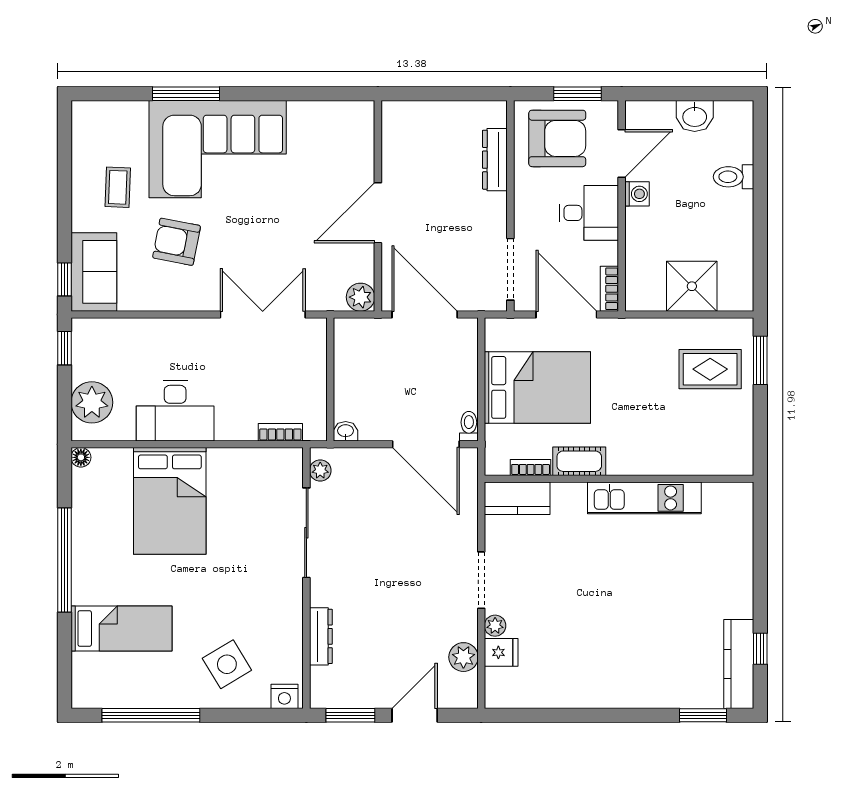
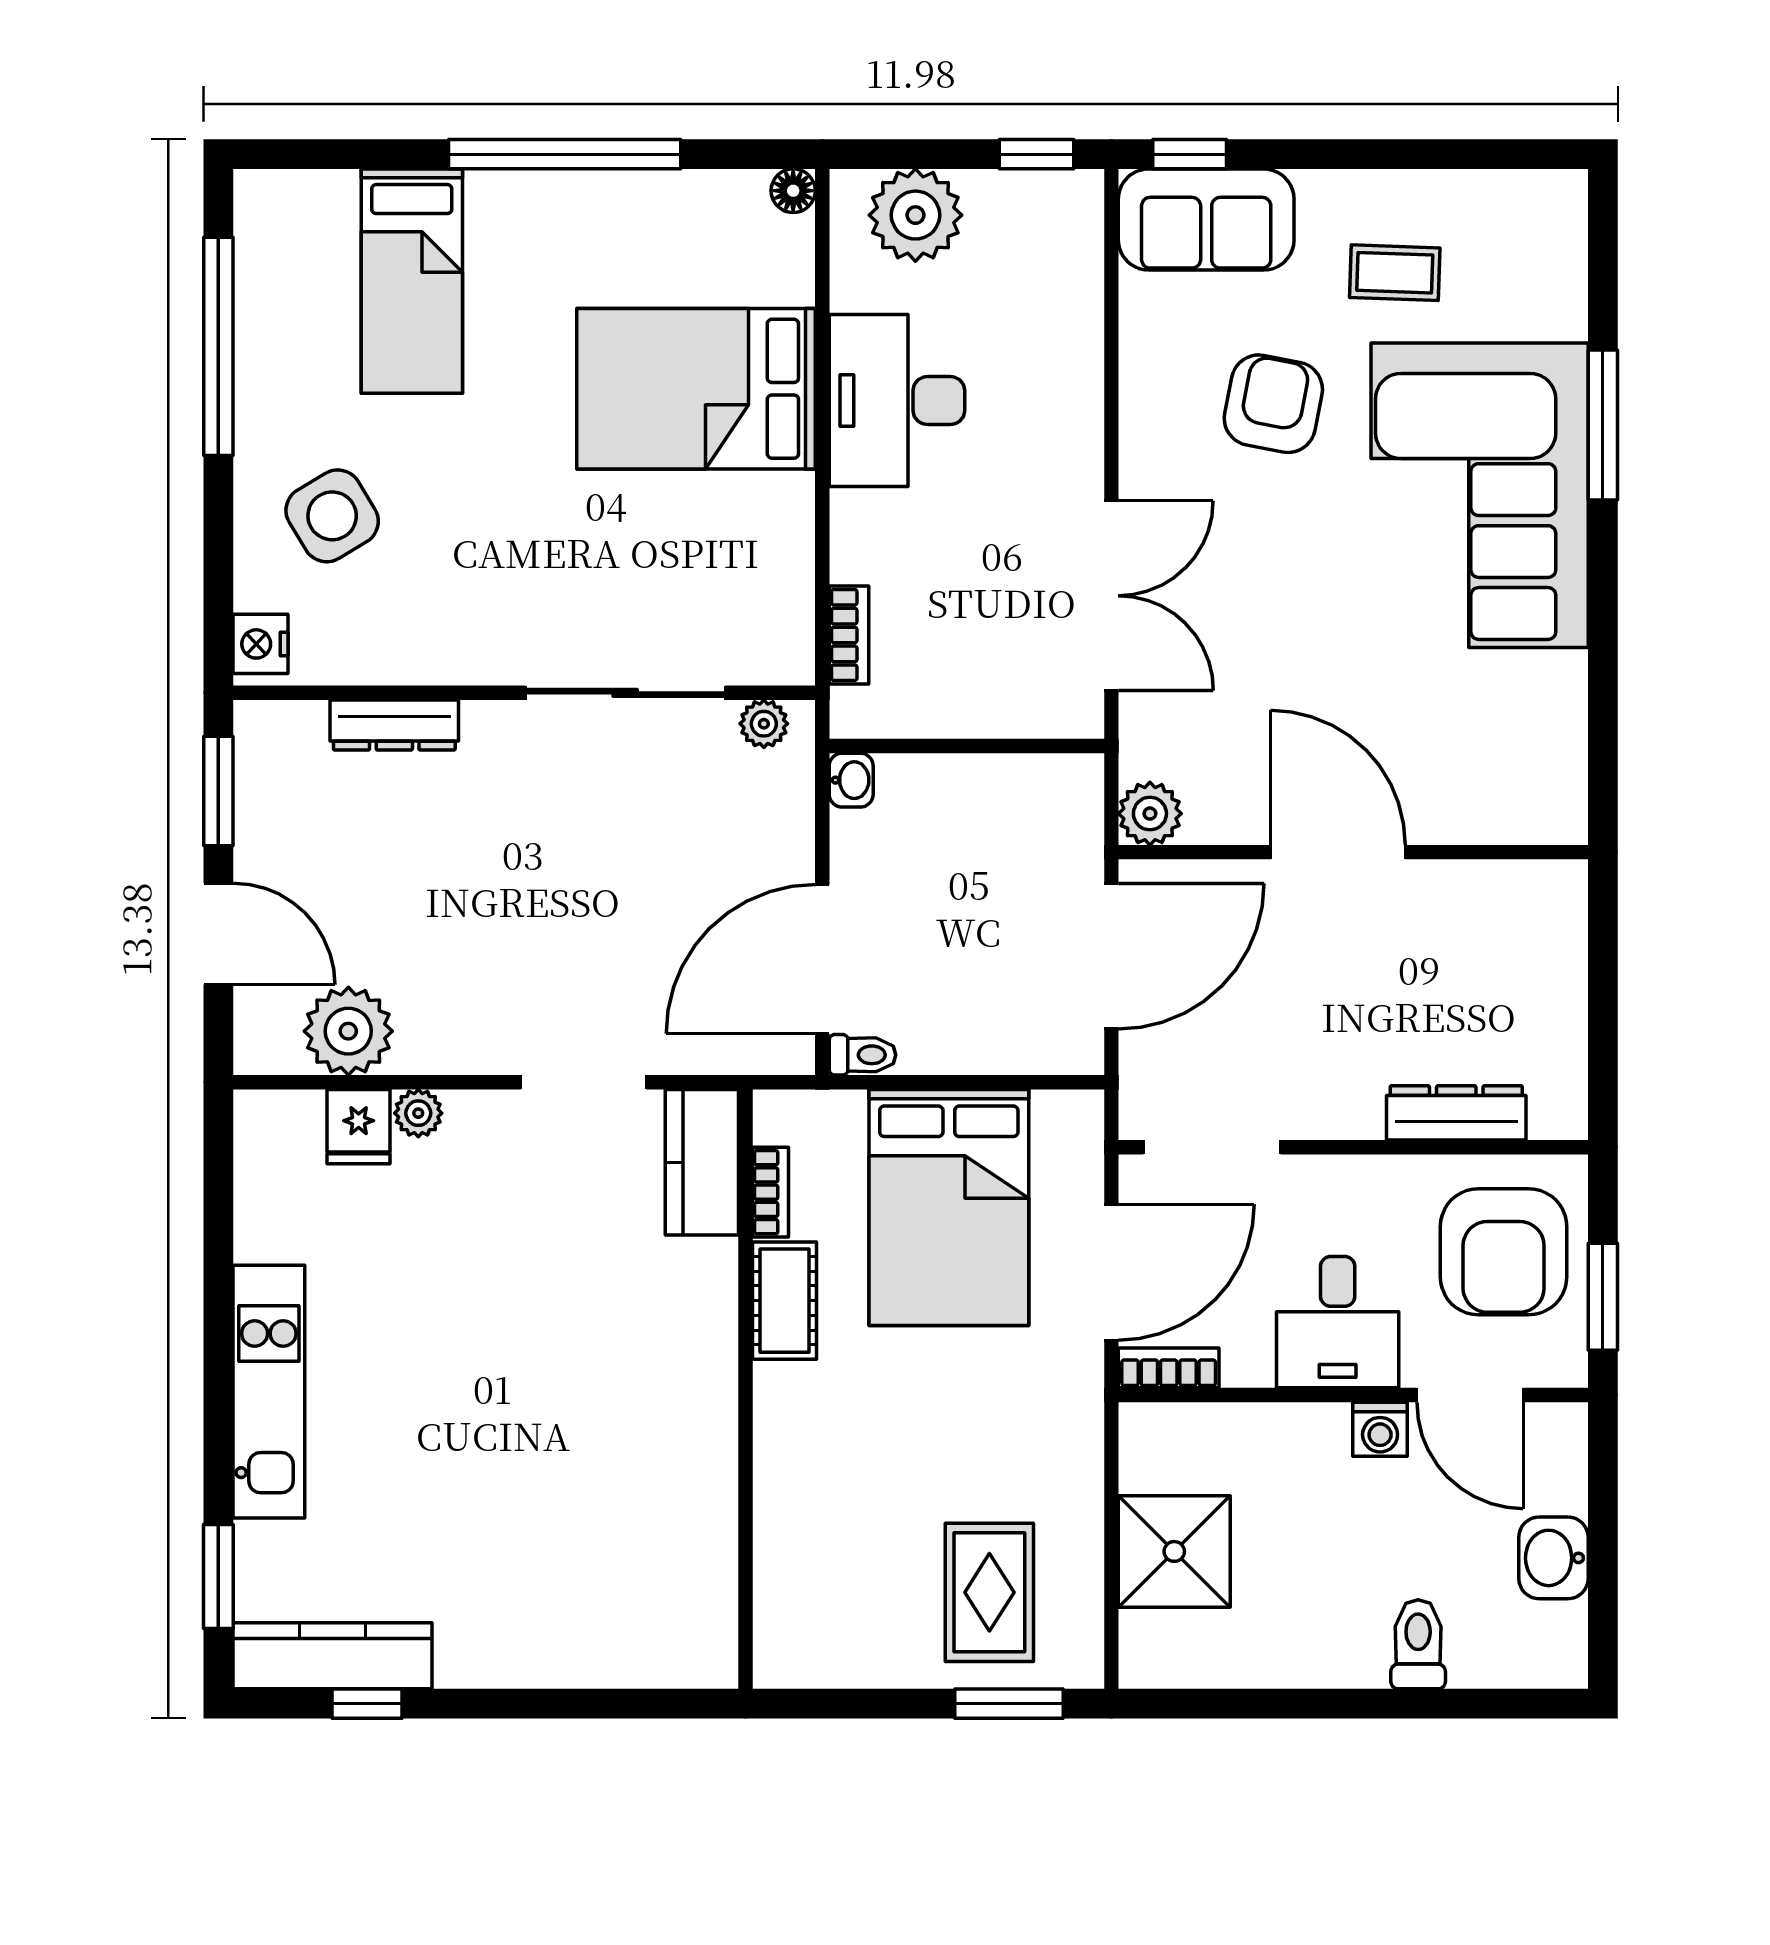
kitchen unit: (644, 498) -> (269, 1392), moved, turned 180
doorway: (481, 580) -> (583, 1082), moved
plant: (463, 657) -> (348, 1031), width x1.36, depth x1.36

